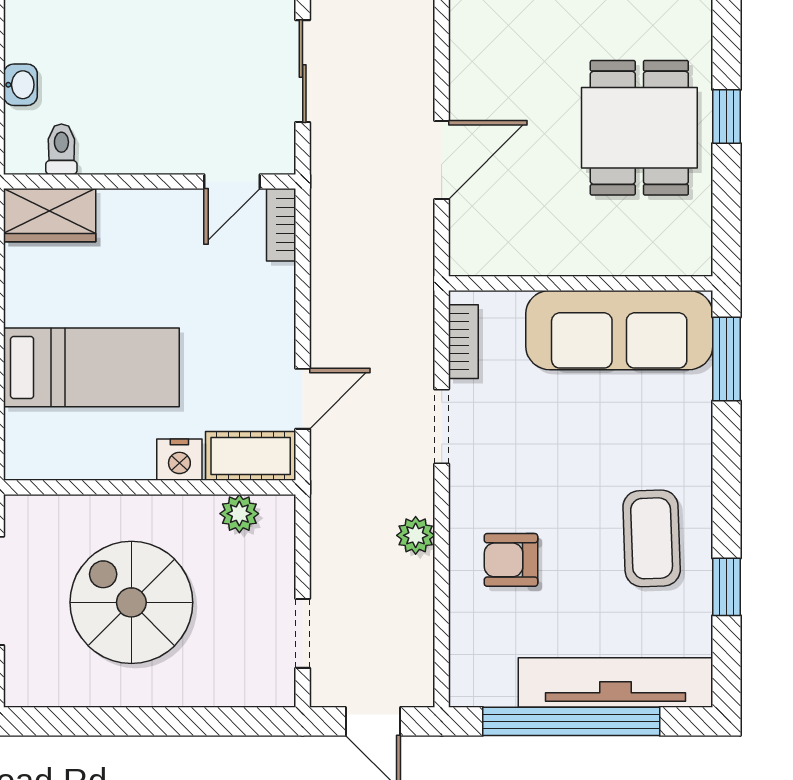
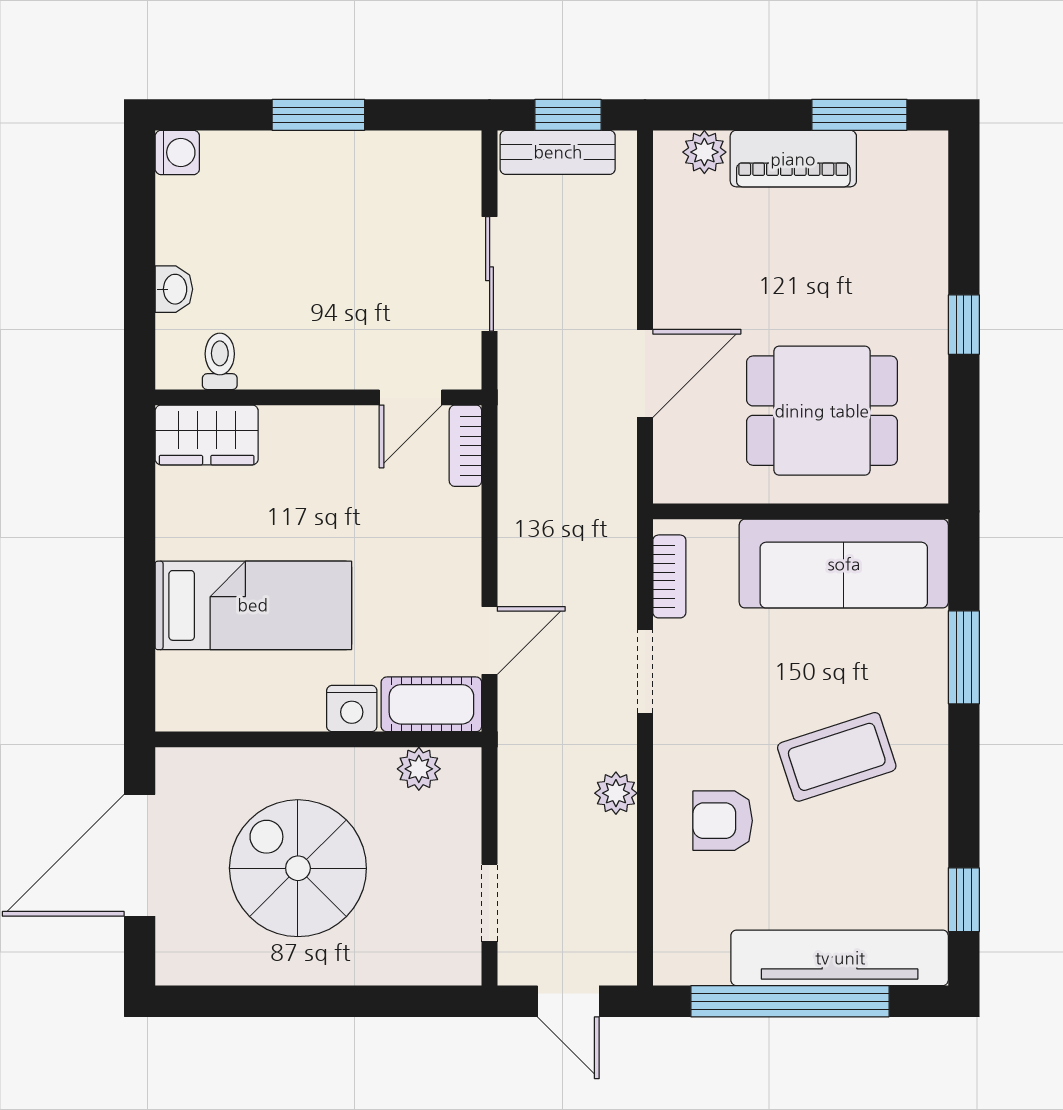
dining table: (639, 128) -> (822, 411), moved, turned 90
window: (727, 359) -> (964, 657), moved
coffee table: (652, 538) -> (837, 757), moved, turned 74
window: (727, 587) -> (964, 900), moved

